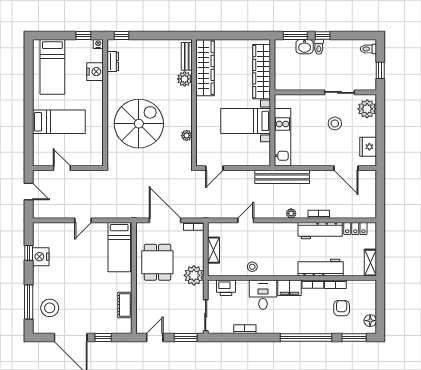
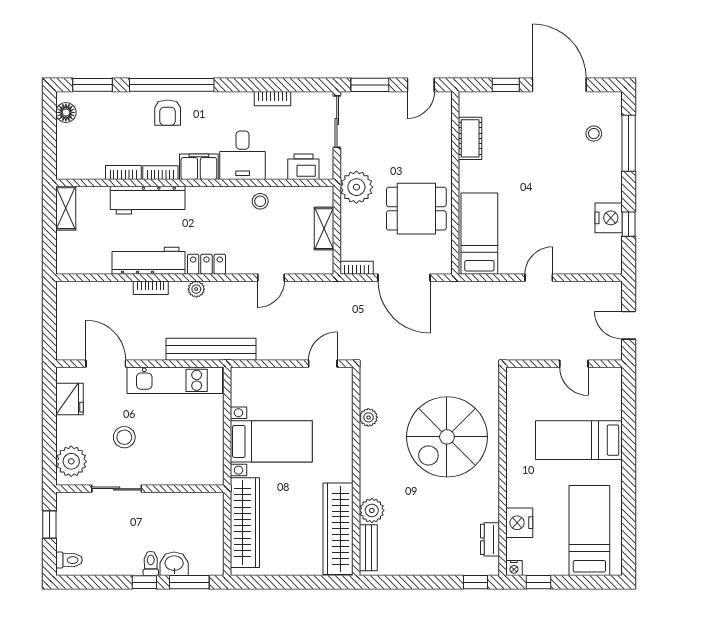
kitchen unit: (283, 137) -> (175, 380), moved, turned -90
locker: (355, 229) -> (206, 264), moved
dining table: (157, 262) -> (416, 209), turned 90
stool: (50, 308) -> (594, 134), width x0.53, depth x0.53
armchair: (342, 308) -> (168, 113), moved

